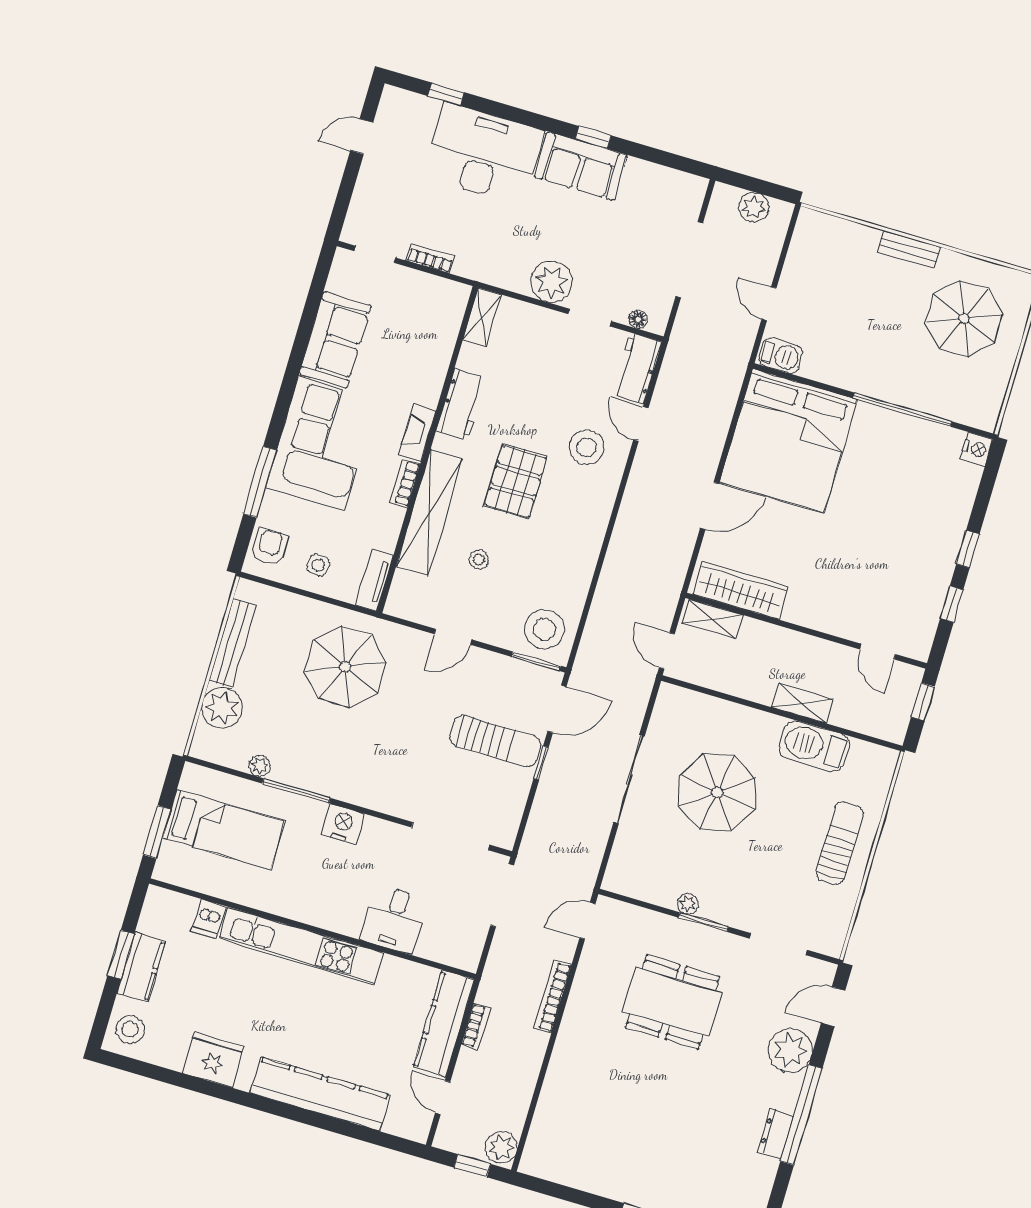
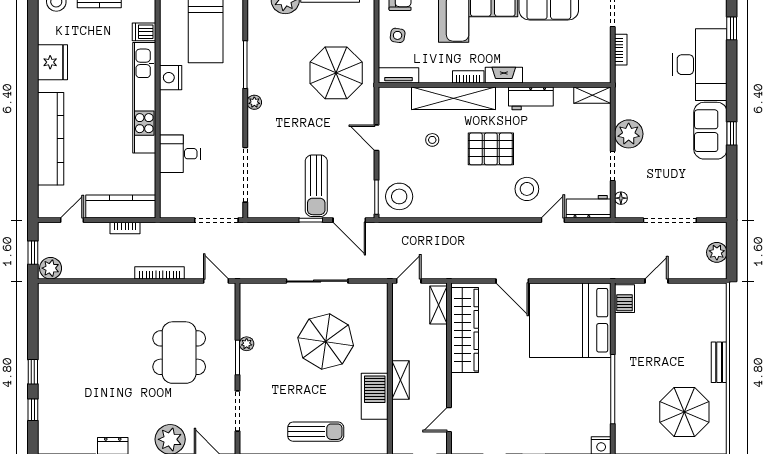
wardrobe: (741, 590) -> (465, 330), width x1.40, depth x1.17
plant: (260, 766) -> (254, 102), moved
nightstand: (343, 824) -> (171, 78), moved, turned 180

